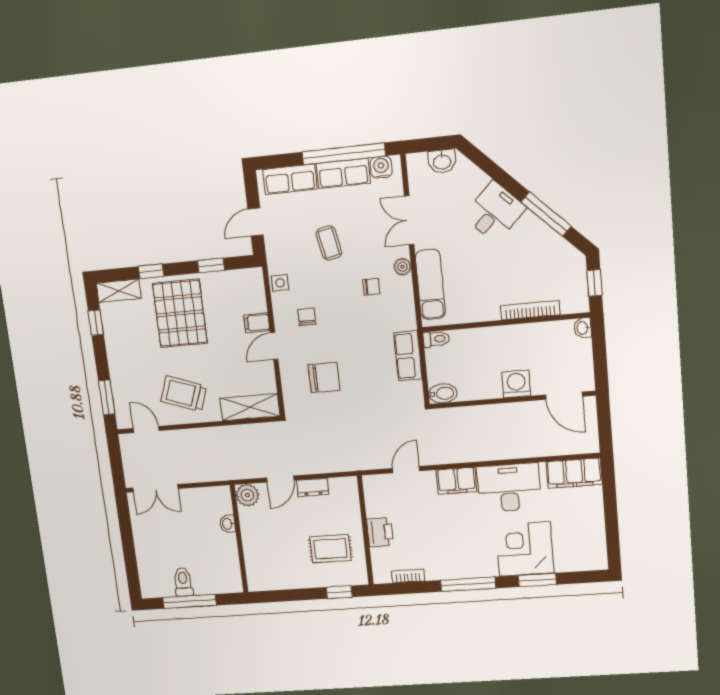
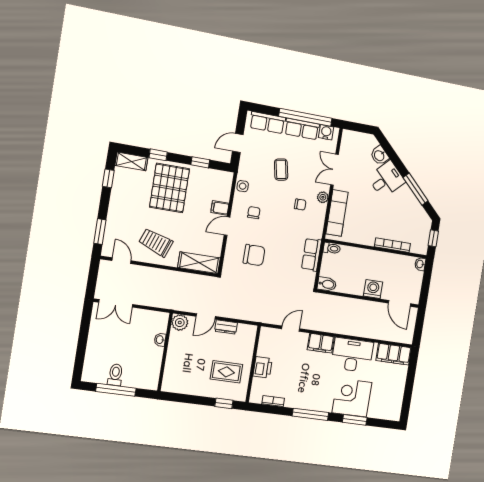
washbasin: (442, 161) -> (379, 155), moved, turned 45

